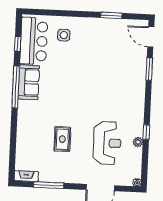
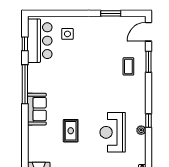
door: (151, 37) -> (148, 32), hinge flipped
coffee table: (127, 73) -> (128, 66), added
sofa: (29, 82) -> (37, 109), moved
reception desk: (107, 143) -> (113, 132), turned 180

